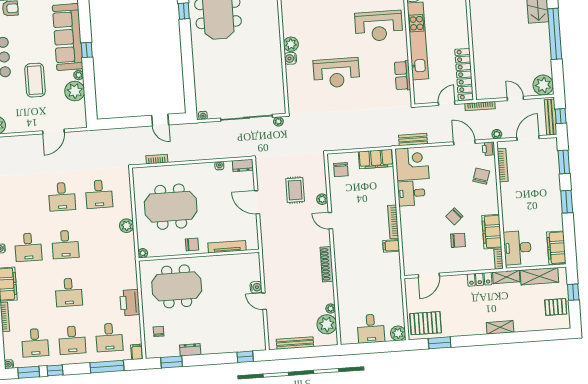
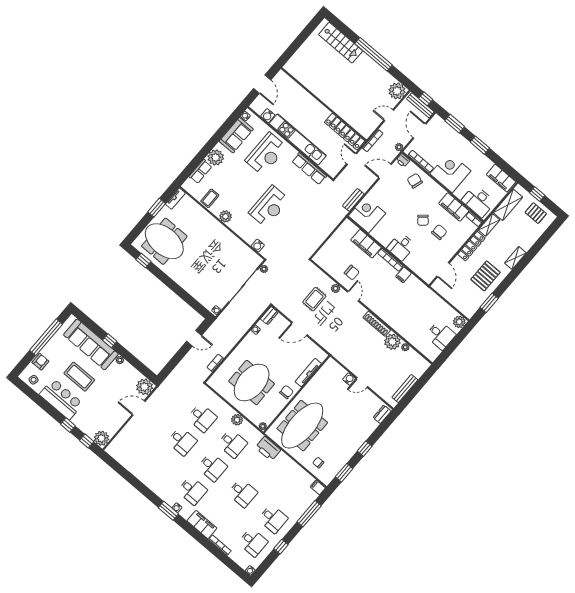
coffee table: (293, 15) -> (210, 198), added
water cooler: (290, 58) -> (258, 246), moved
row of seats: (403, 75) -> (309, 169), width x1.48
coffee table: (35, 80) -> (79, 377), moved
plant: (75, 91) -> (145, 387), moved
door: (53, 132) -> (139, 408), swing flipped
filing cabinet: (376, 159) -> (366, 244), moved, turned 90
chair: (341, 170) -> (352, 273), moved
rug: (295, 190) -> (314, 299), turned 90
desk: (411, 193) -> (401, 247), moved
corner desk: (518, 199) -> (450, 172), added
door: (330, 221) -> (353, 296), swing flipped
locker: (480, 279) -> (471, 246), width x1.53
meeting table: (177, 286) -> (302, 426), width x1.36
printer: (130, 303) -> (268, 449), moved
pallet: (556, 307) -> (536, 213), turned 90
pallet: (426, 323) -> (485, 276), moved
plant: (327, 324) -> (392, 342), moved
desk: (109, 337) -> (232, 444), moved
dresser: (190, 350) -> (382, 414), moved
window: (245, 357) -> (365, 449), moved
window: (29, 372) -> (267, 563), removed

